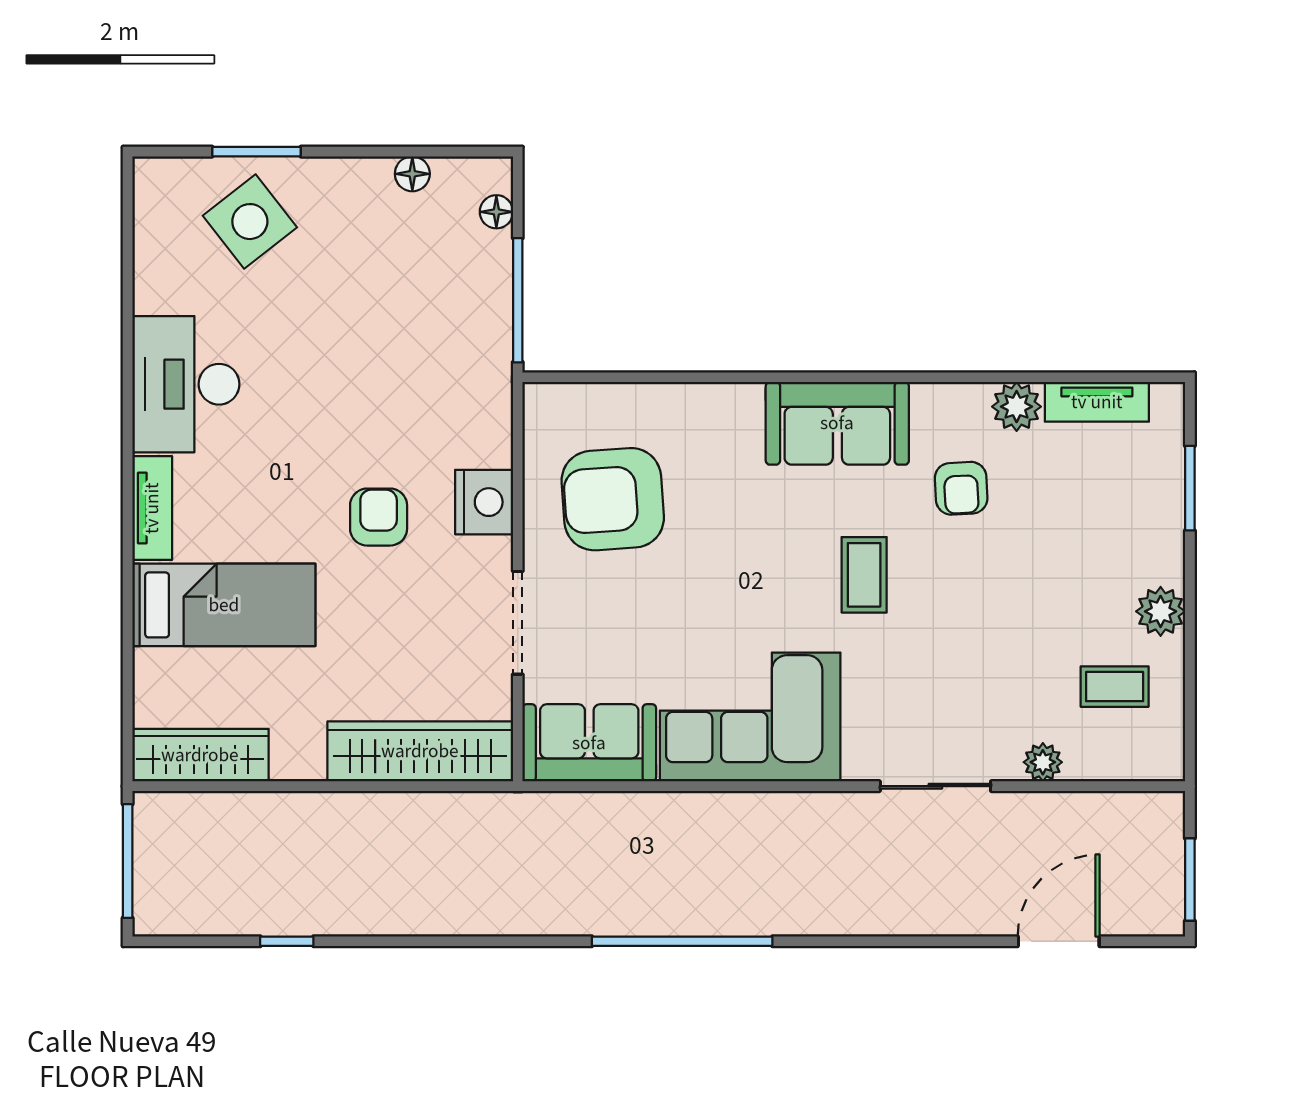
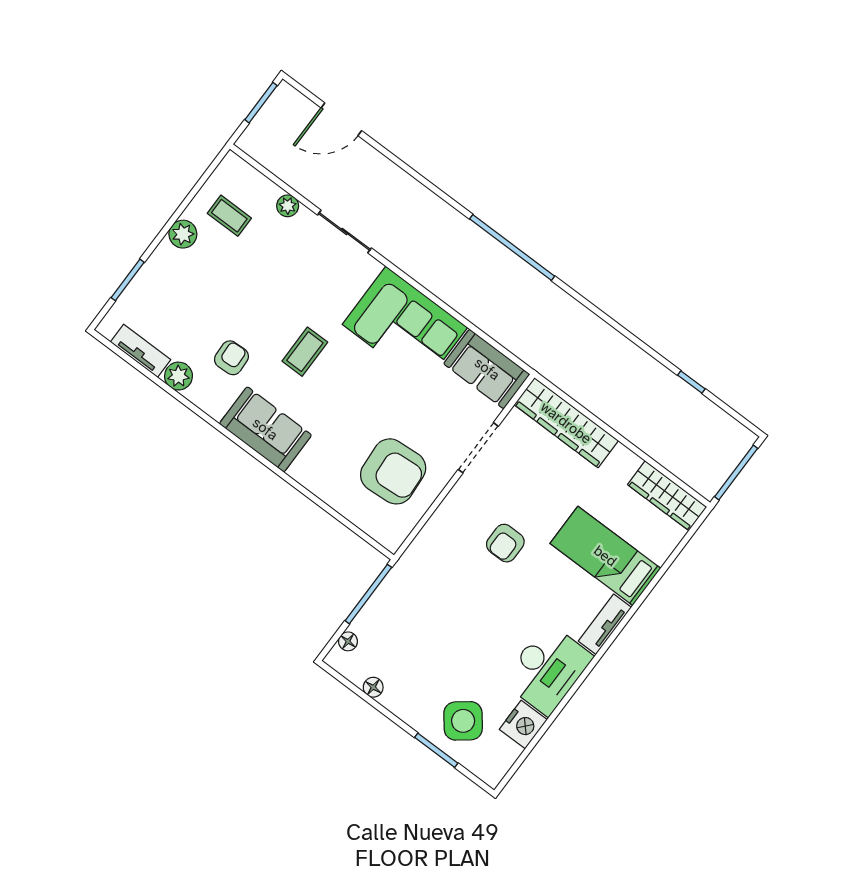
nightstand: (484, 502) -> (523, 724), moved, turned 180

